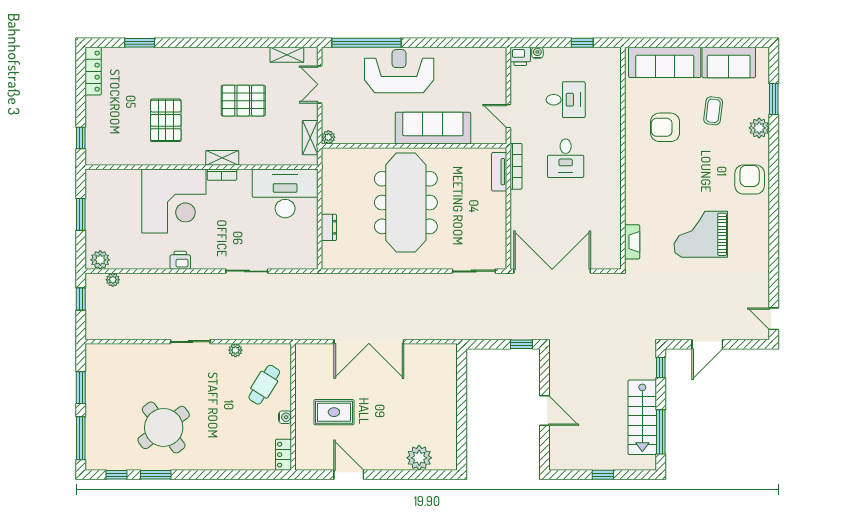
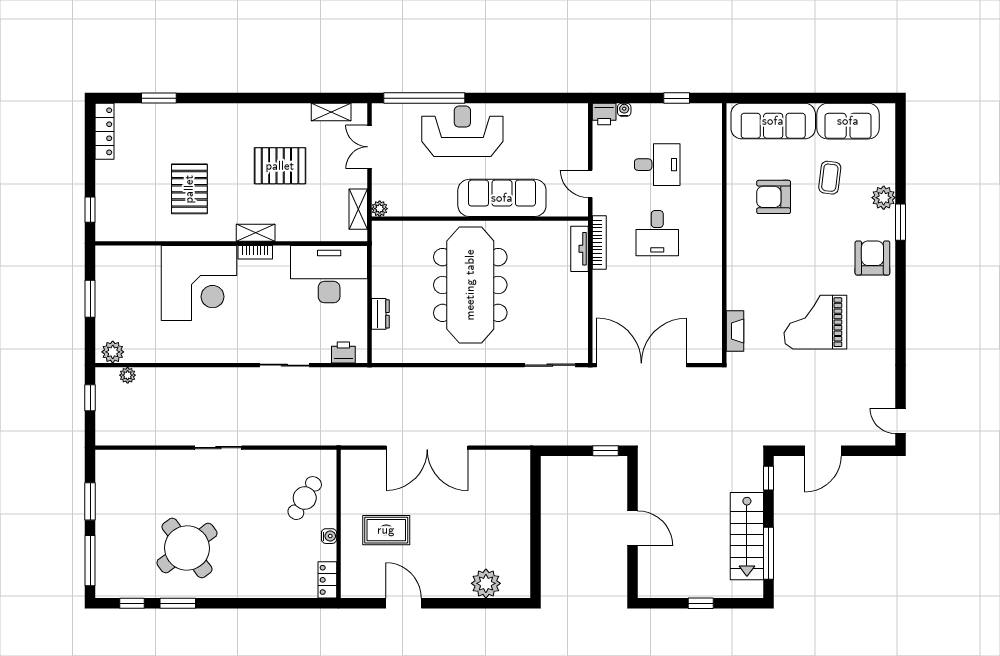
window: (774, 99) -> (901, 222), moved
printer: (180, 260) -> (343, 352), moved
plant: (235, 350) -> (271, 458), removed

